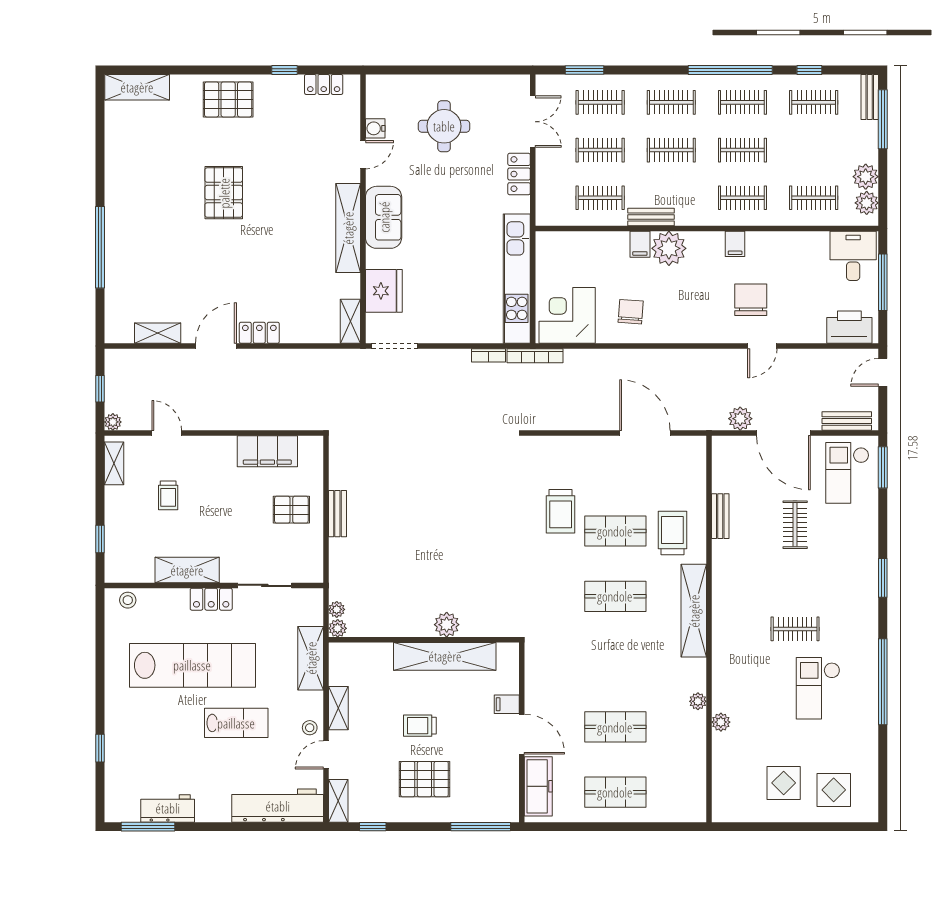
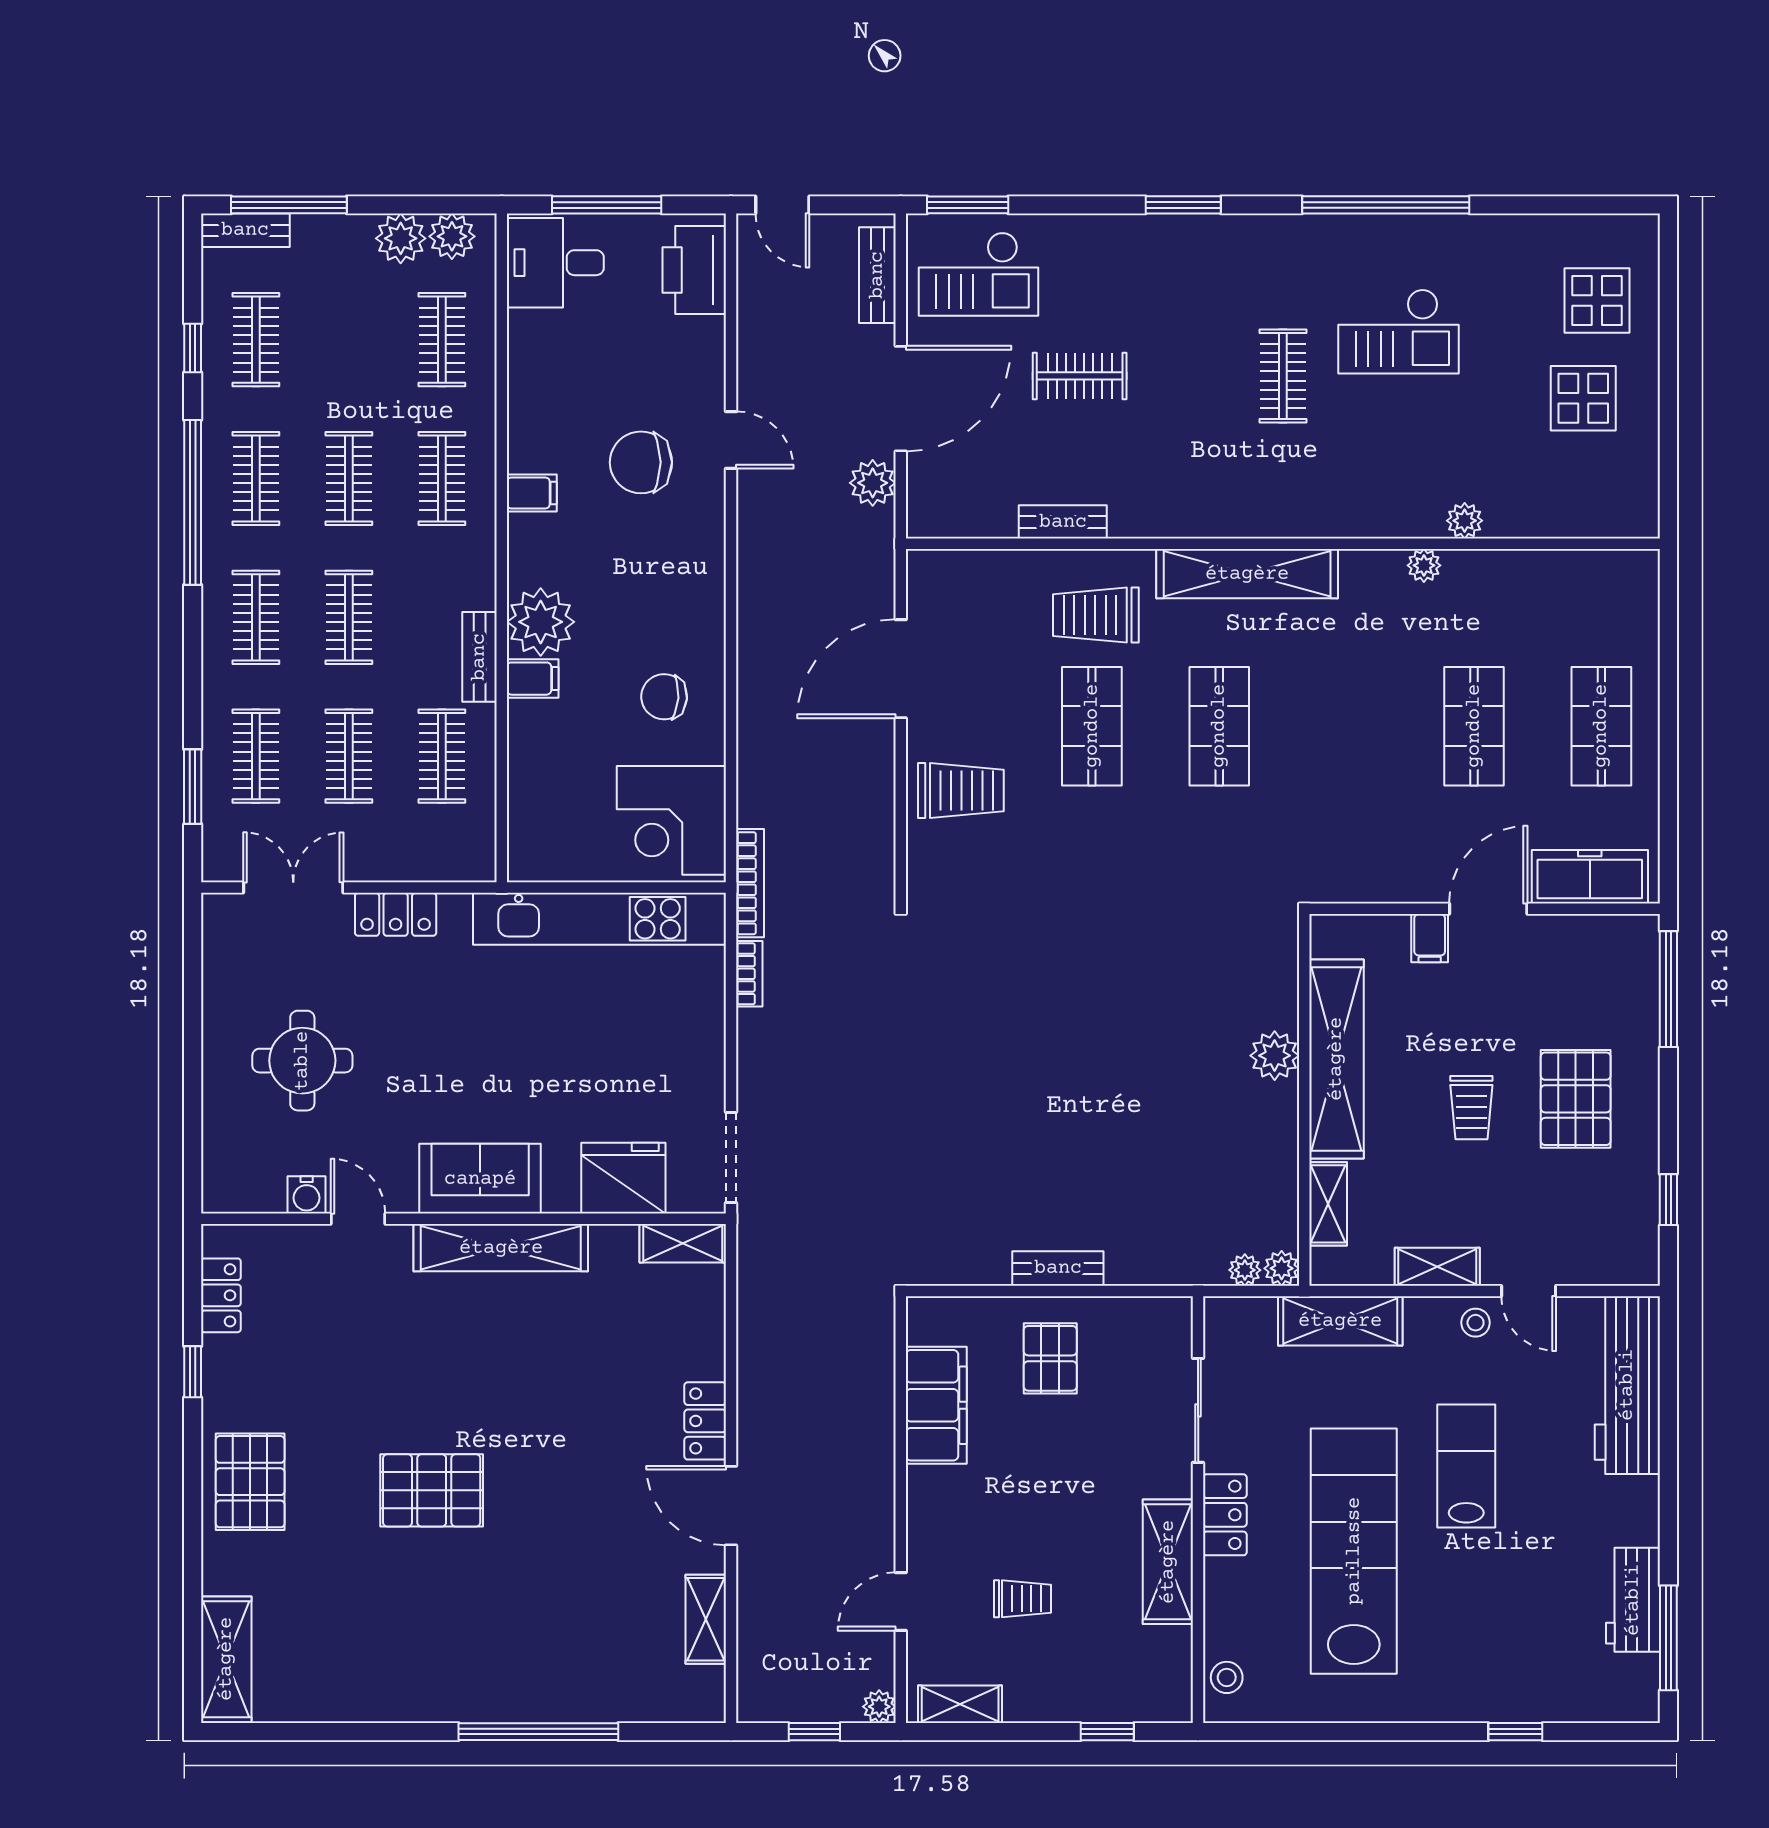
trolley: (561, 511) -> (961, 790), moved
shelving: (338, 801) -> (1328, 1204), moved, turned 90

